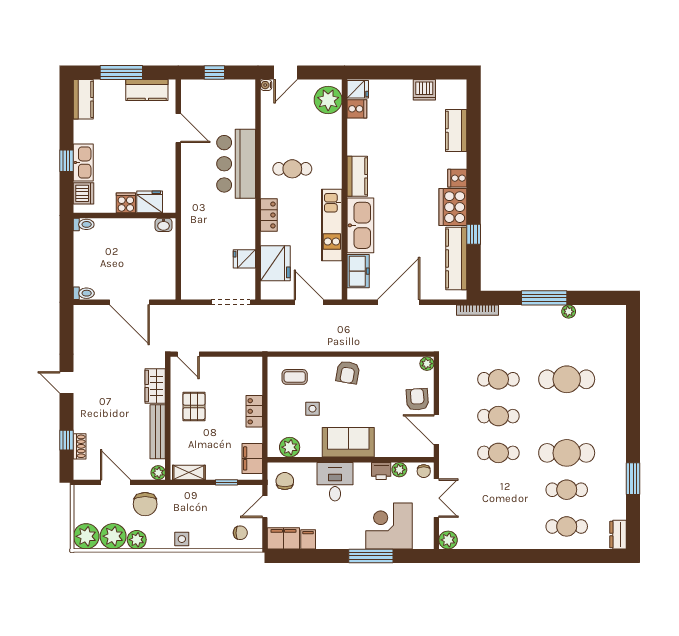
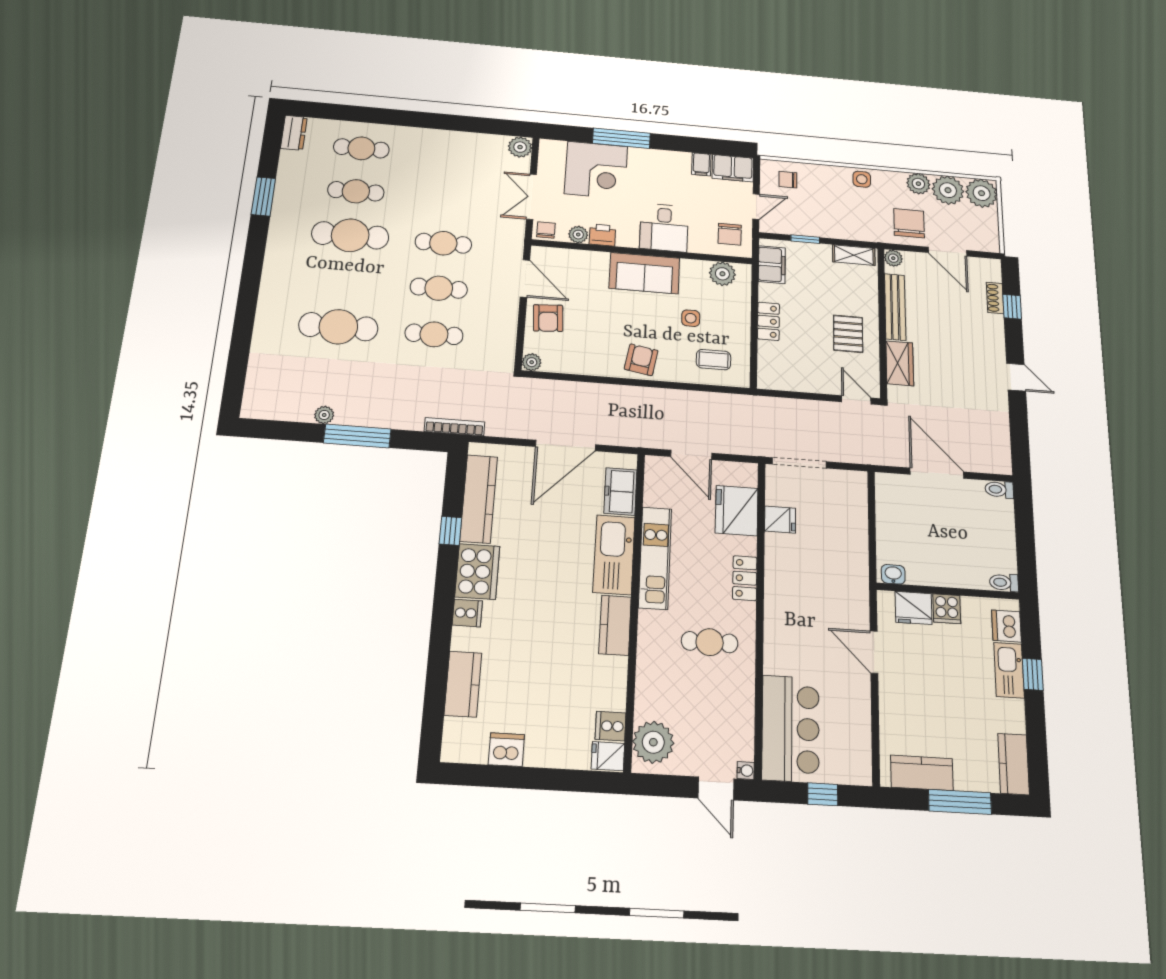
door: (286, 73) -> (716, 788), swing flipped
door: (178, 128) -> (874, 652), moved
bar counter: (236, 164) -> (791, 729), moved

